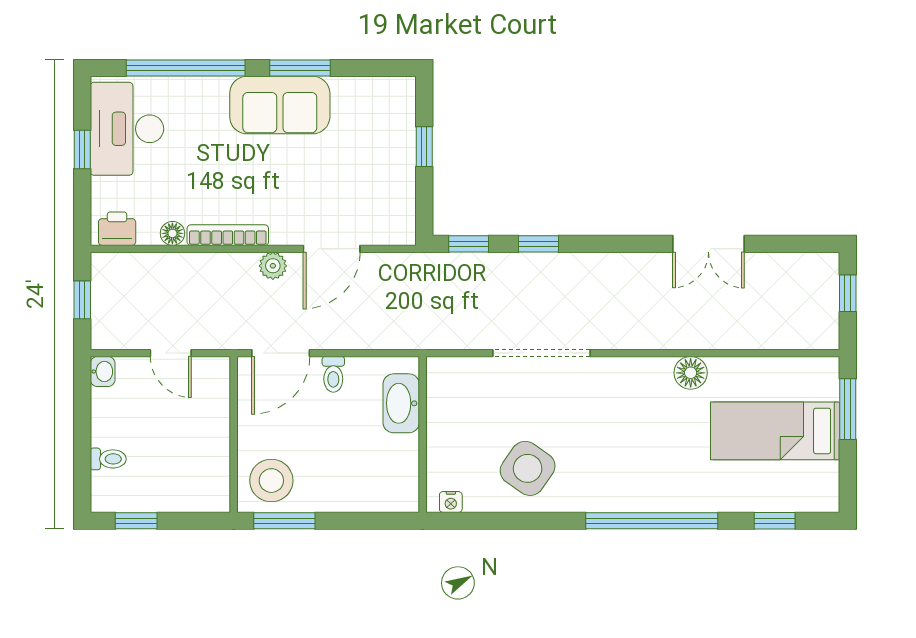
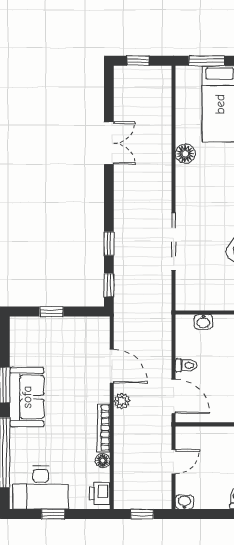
washbasin: (401, 403) -> (203, 322), width x0.52, depth x0.69

